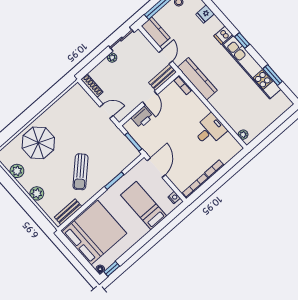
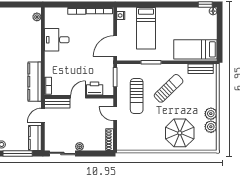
sun lounger: (102, 142) -> (137, 96), added
plant: (37, 193) -> (211, 114), moved
bed: (94, 233) -> (195, 49), width x0.49

